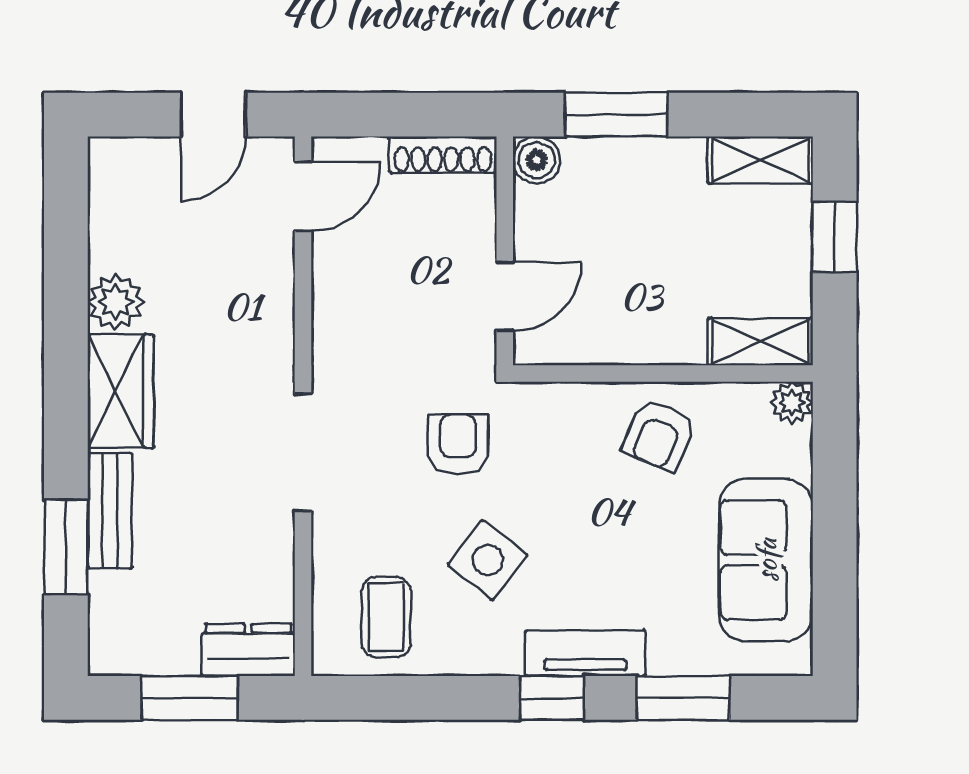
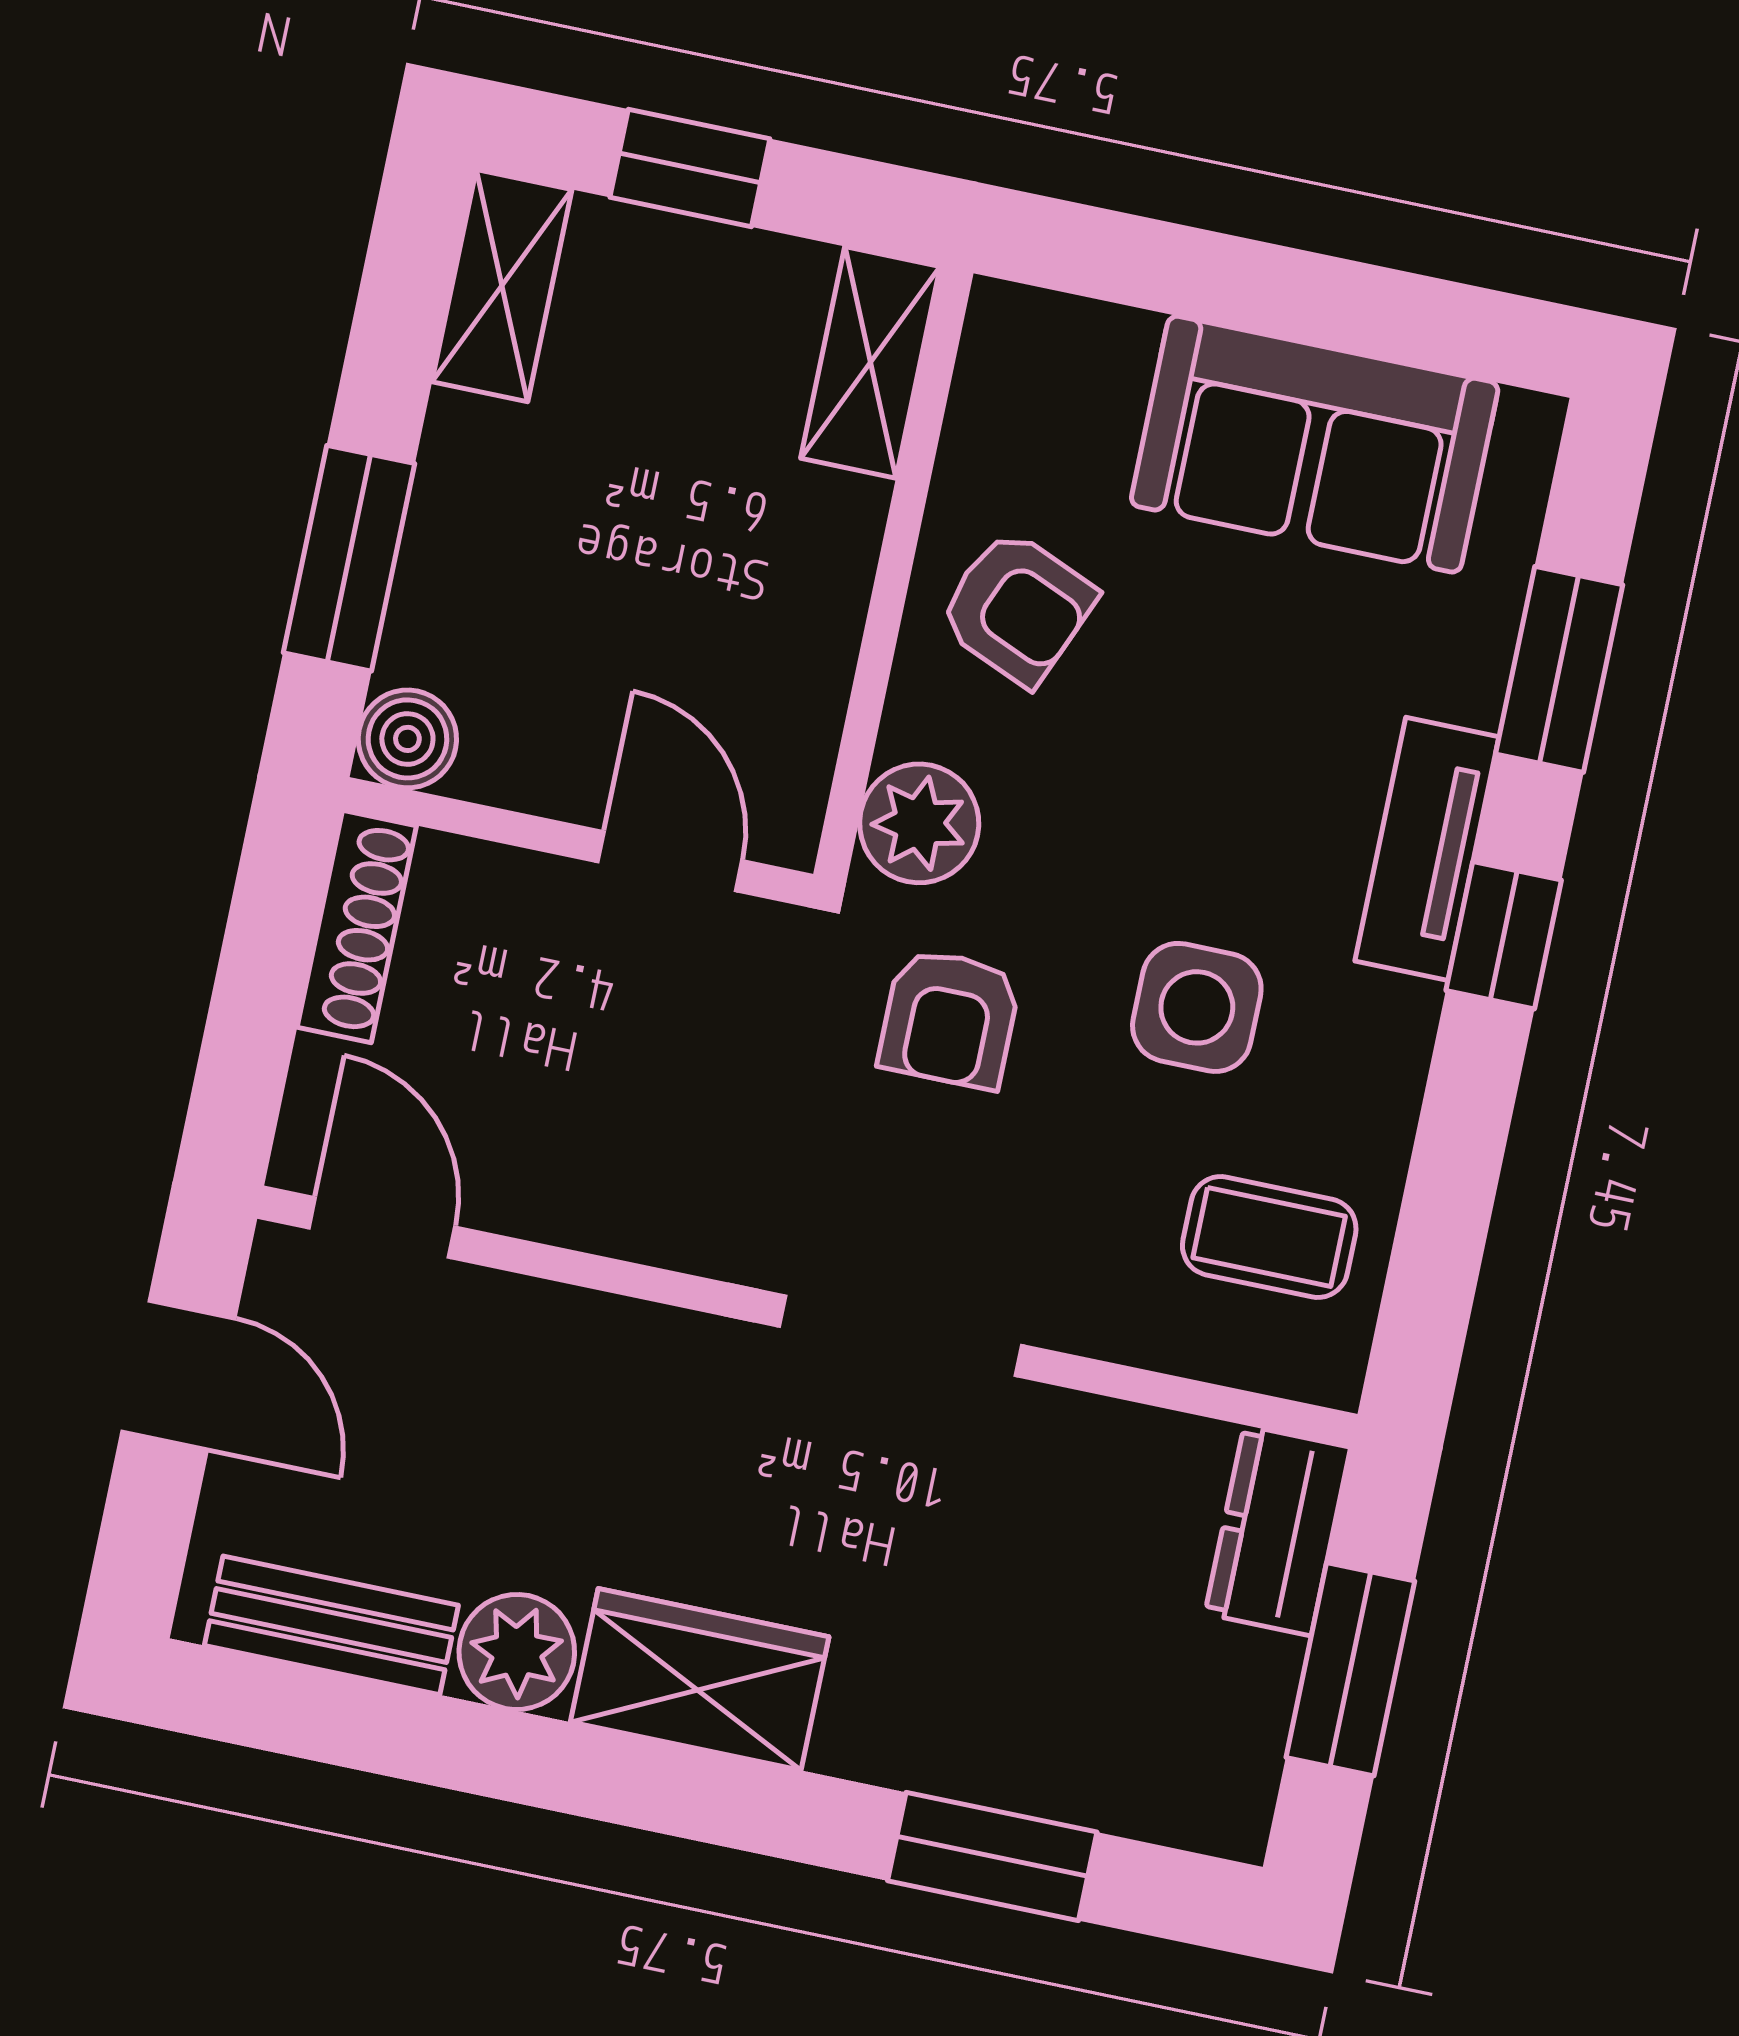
plant: (792, 403) -> (919, 823), moved, width x1.38, depth x1.38
armchair: (458, 444) -> (950, 1019), turned -90
bench: (110, 510) -> (331, 1625), moved
side table: (488, 560) -> (1197, 1007), turned -38

